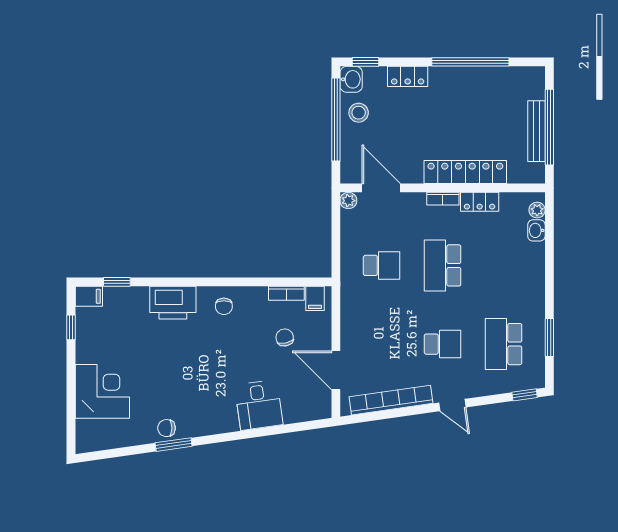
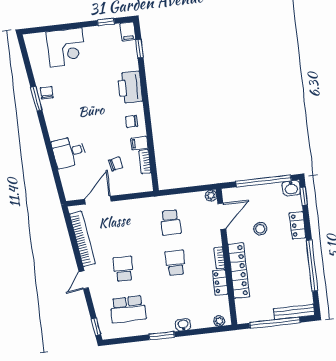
stool: (359, 113) -> (260, 229), moved
bench: (536, 131) -> (294, 312), moved
washbasin: (536, 230) -> (183, 325), moved
school desk: (443, 265) -> (175, 263), width x0.54
filing cabinet: (315, 298) -> (139, 143), moved
window: (549, 337) -> (162, 336), moved
school desk: (443, 344) -> (123, 269), turned 180
school desk: (503, 344) -> (128, 309), turned 180

